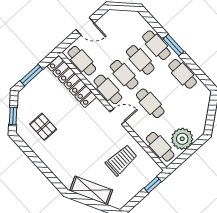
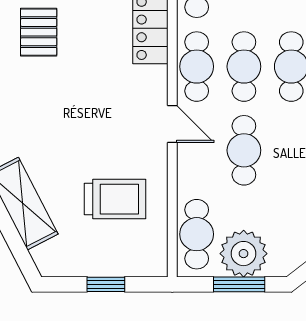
window: (190, 151) -> (239, 284), added
window: (153, 185) -> (106, 284), moved

